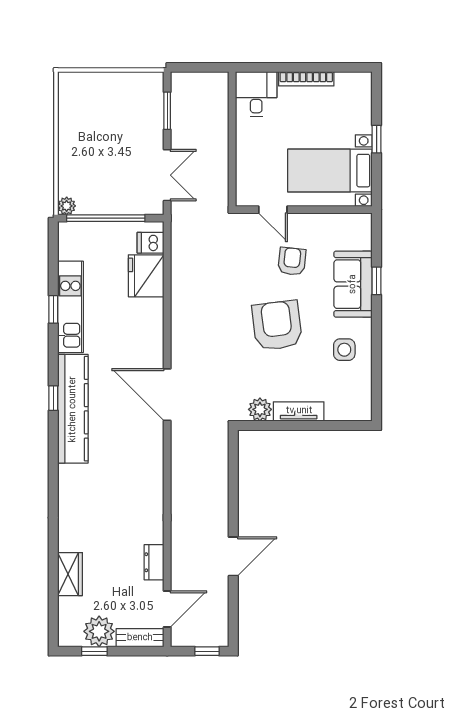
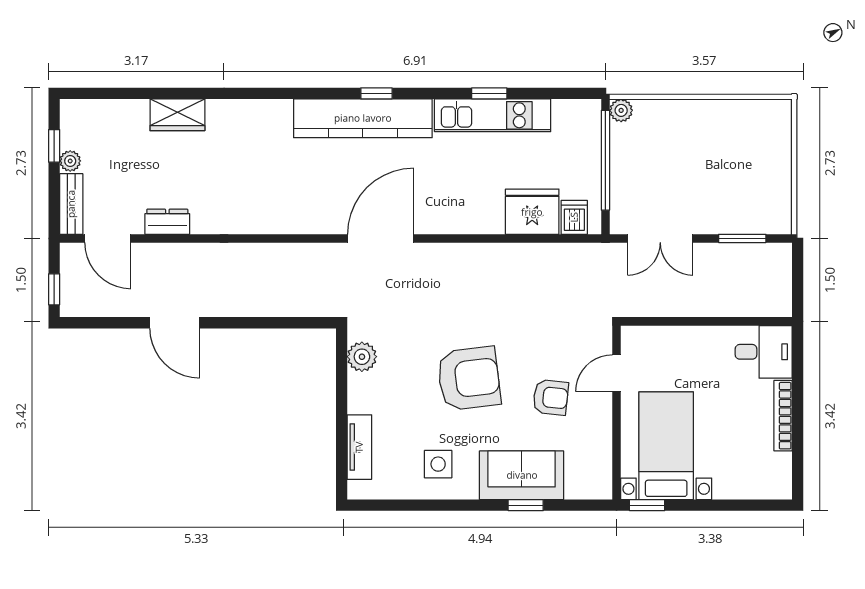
window: (377, 139) -> (647, 505), moved
tv unit: (299, 411) -> (359, 447), moved
wardrobe: (70, 574) -> (177, 115), moved
plant: (99, 631) -> (70, 161), width x0.53, depth x0.53

